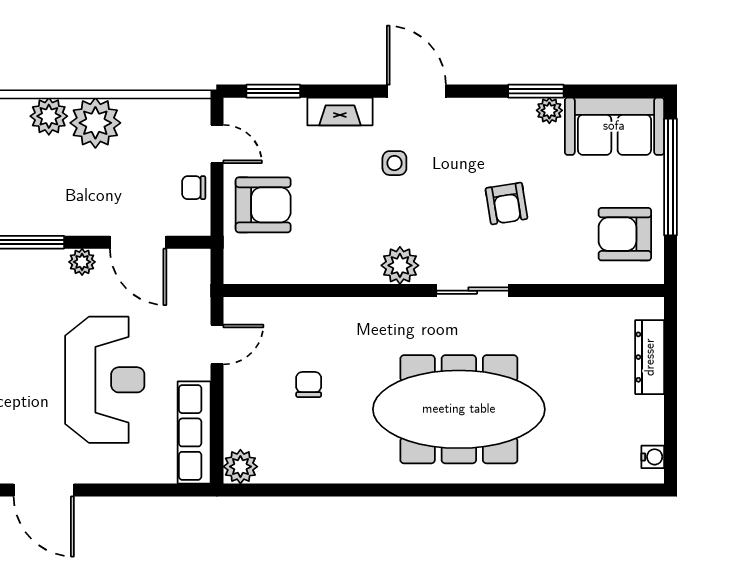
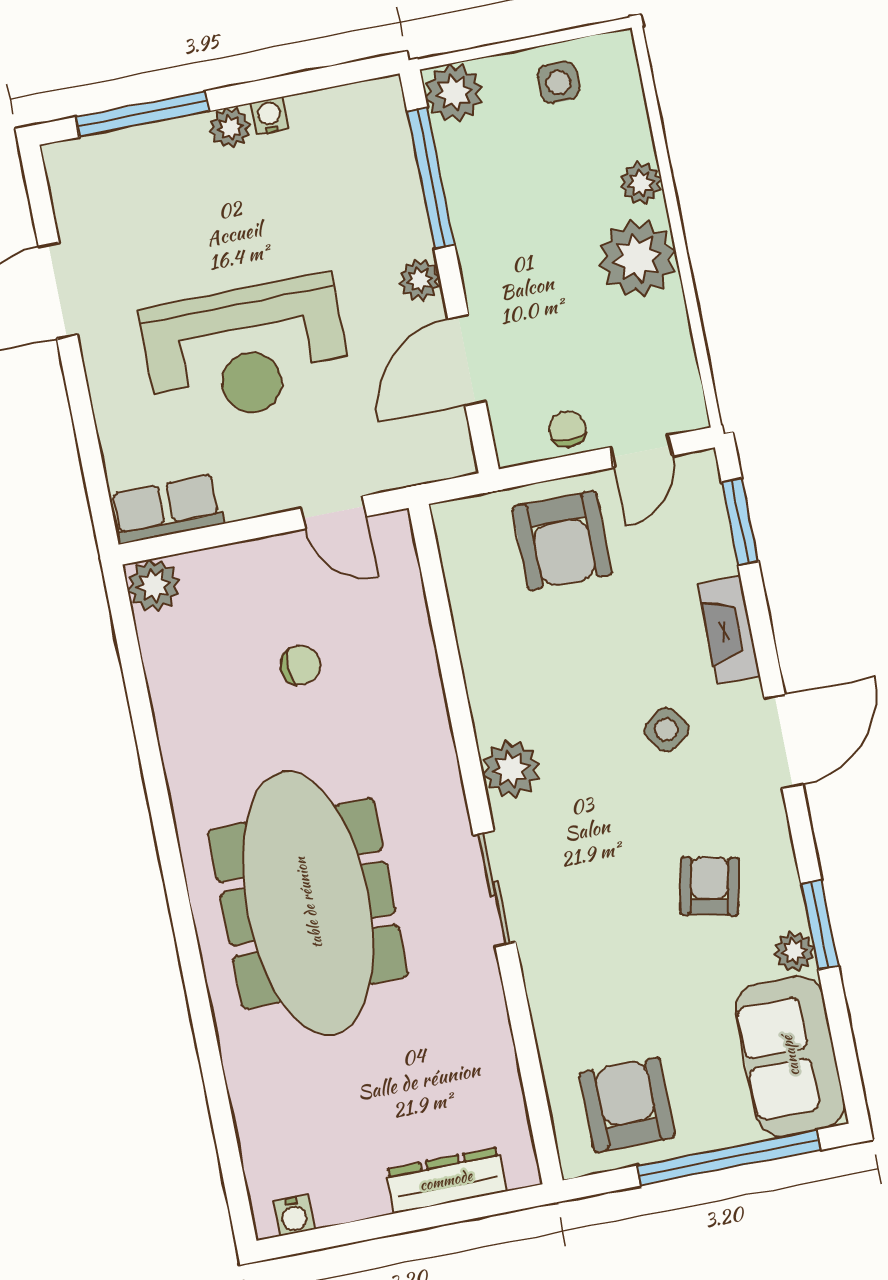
plant: (49, 116) -> (641, 183), width x0.73, depth x0.73
side table: (394, 163) -> (666, 730), turned -36
armchair: (506, 204) -> (709, 886), moved, turned 111
row of seats: (194, 432) -> (166, 509), width x0.68

